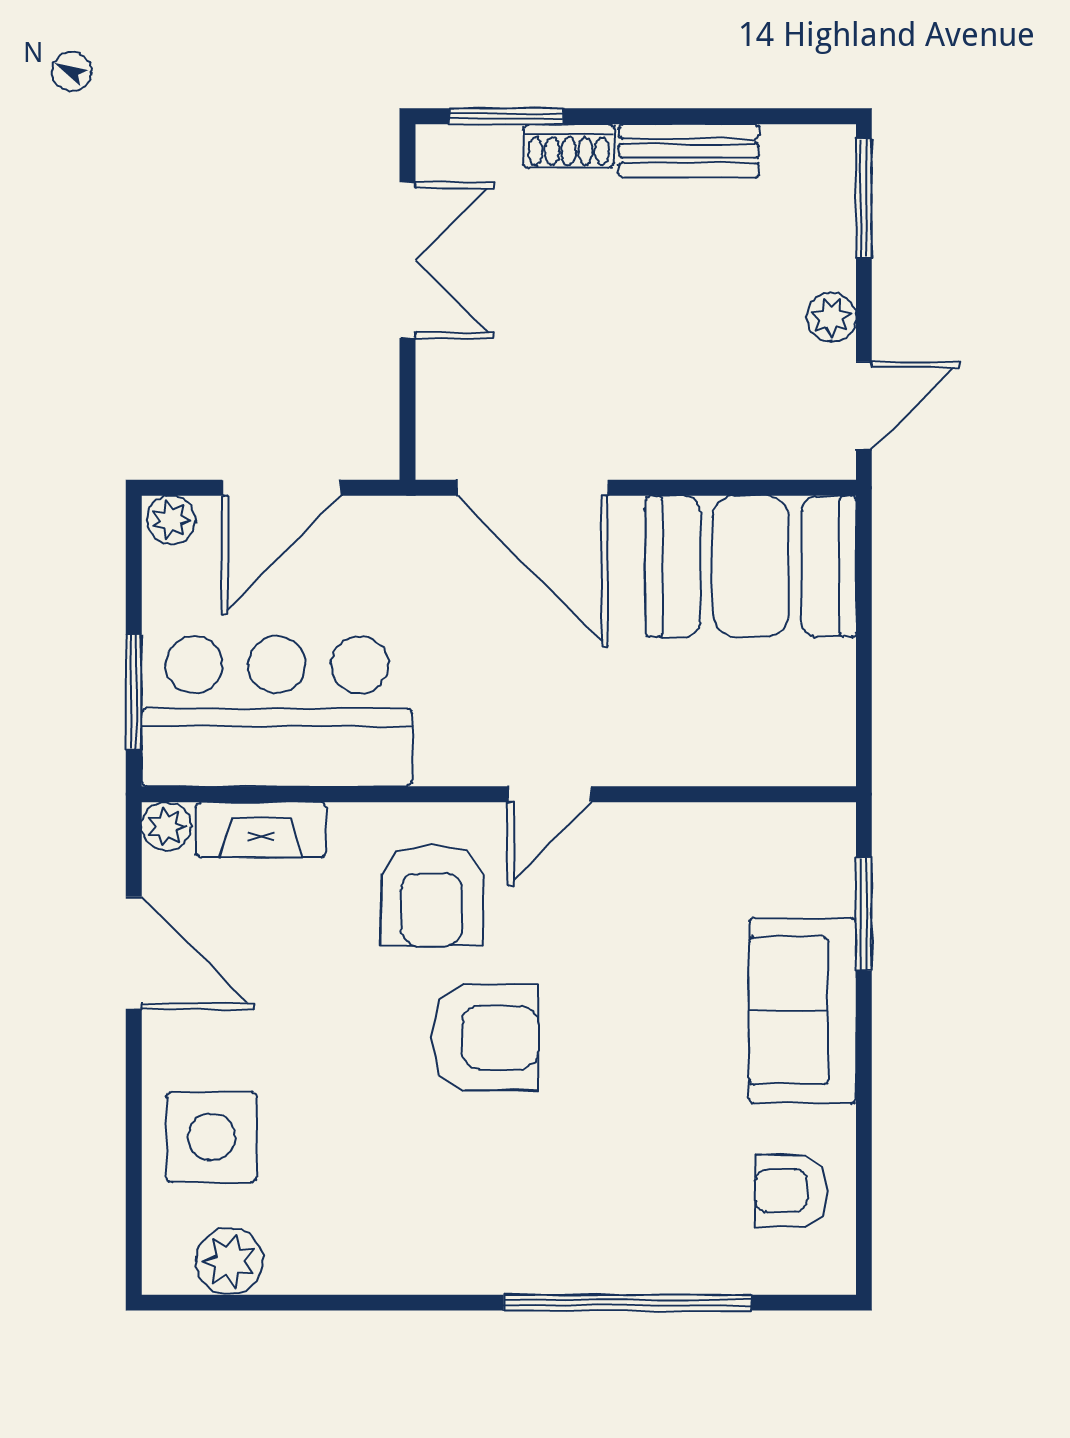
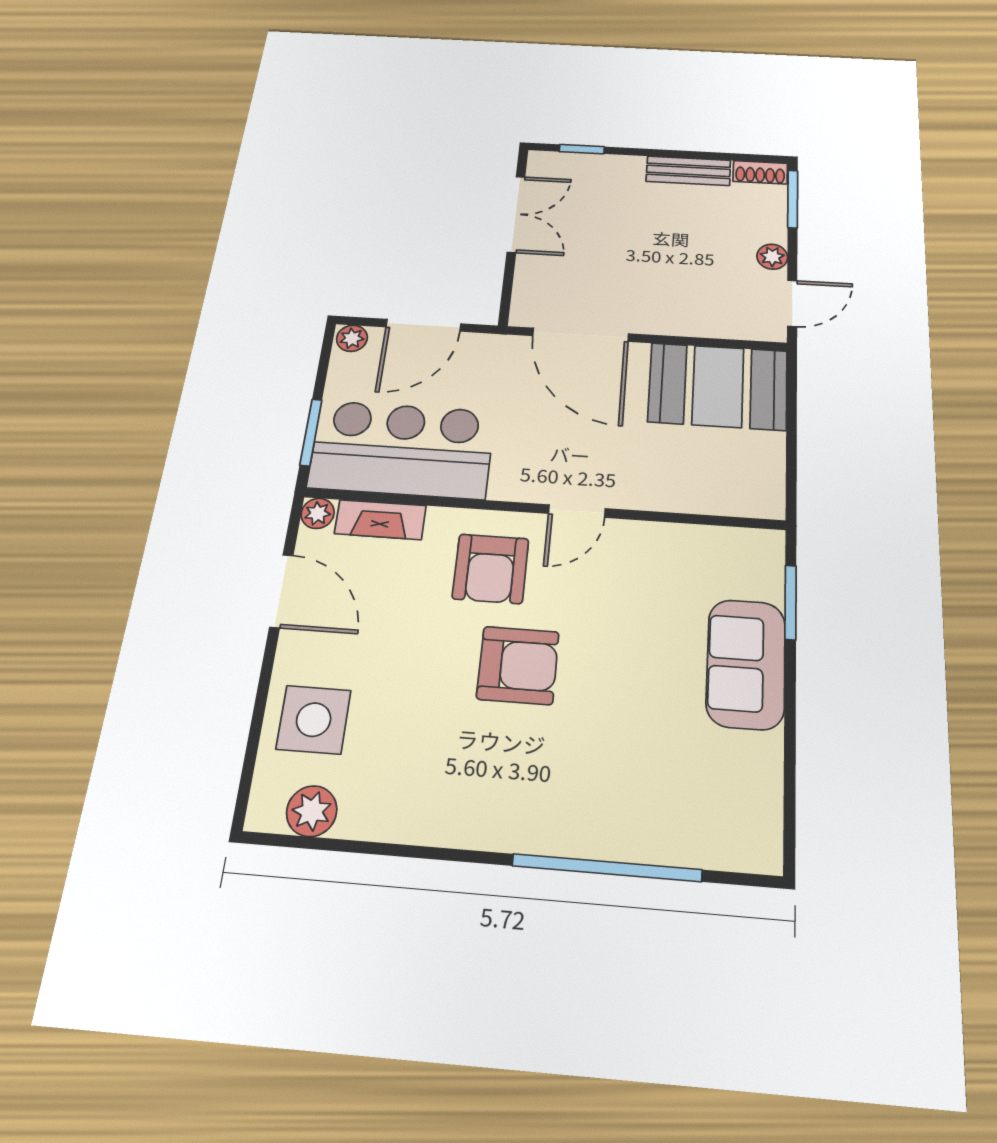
window: (506, 116) -> (582, 149), width x0.67
shoe rack: (569, 146) -> (760, 172), moved
armchair: (791, 1191) -> (735, 792), removed

